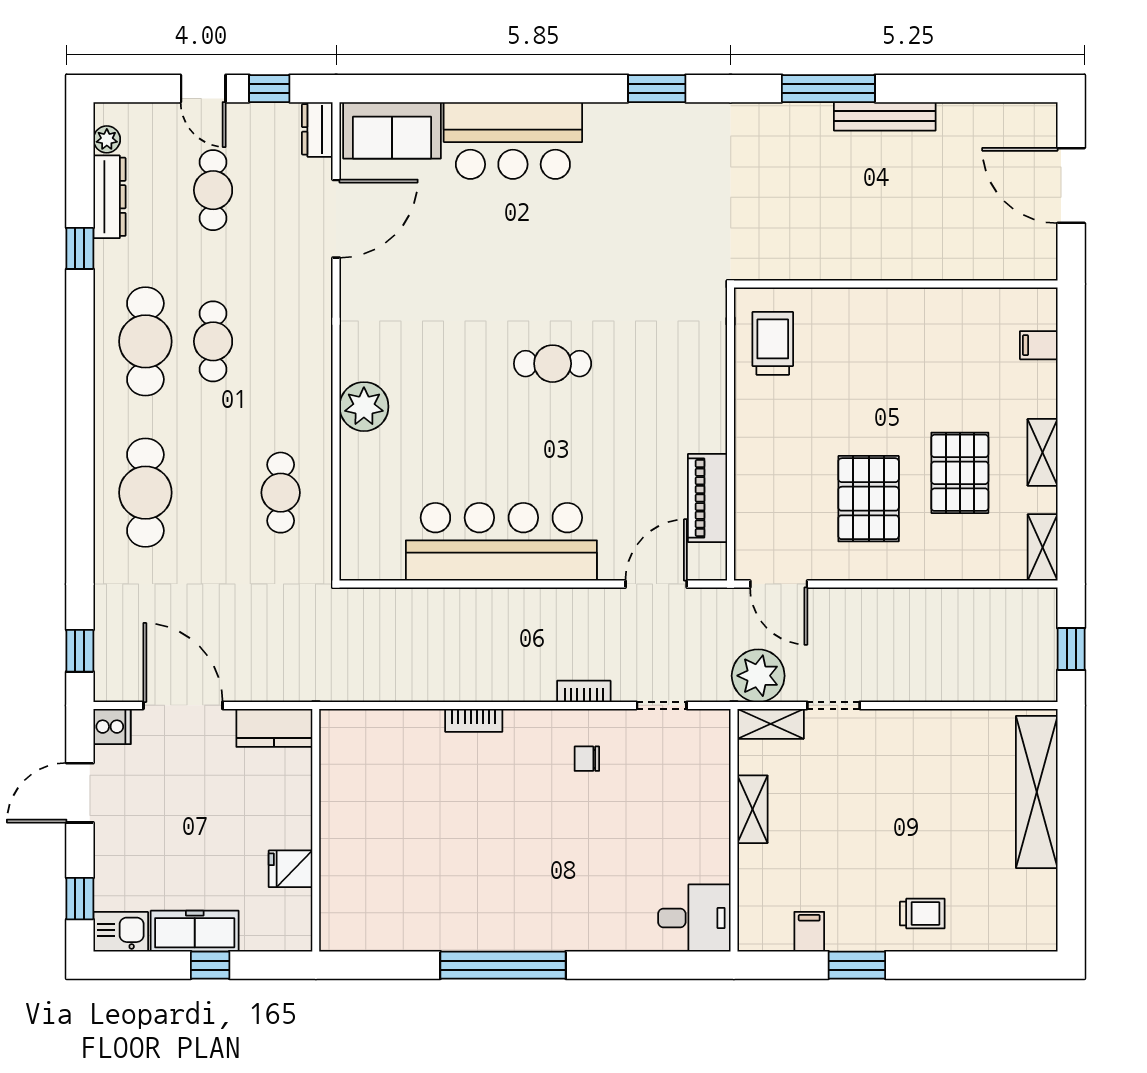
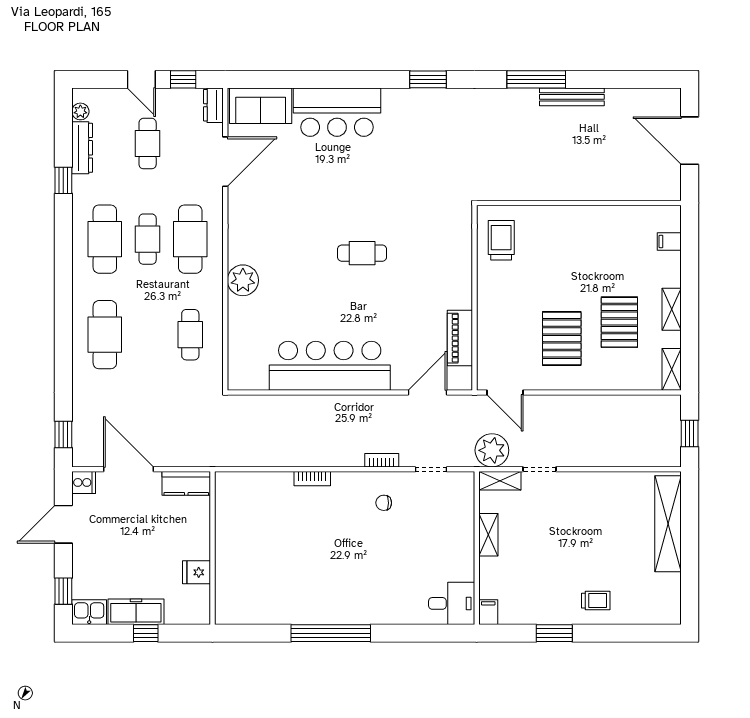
cafe table: (281, 341) -> (190, 239), added
filing cabinet: (809, 932) -> (488, 612), moved

